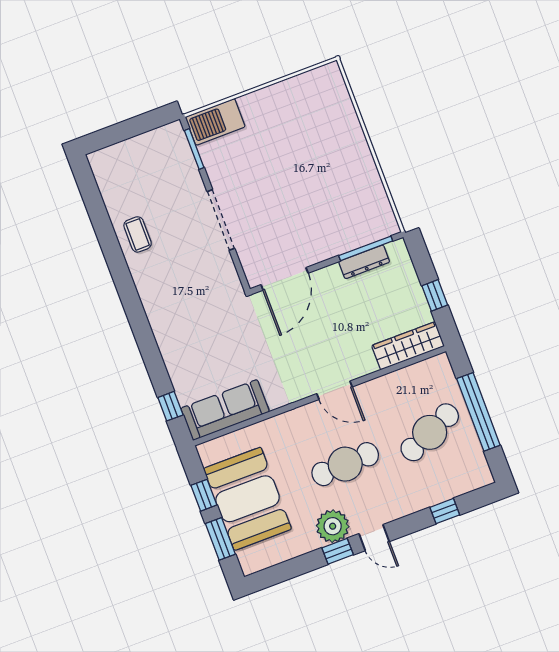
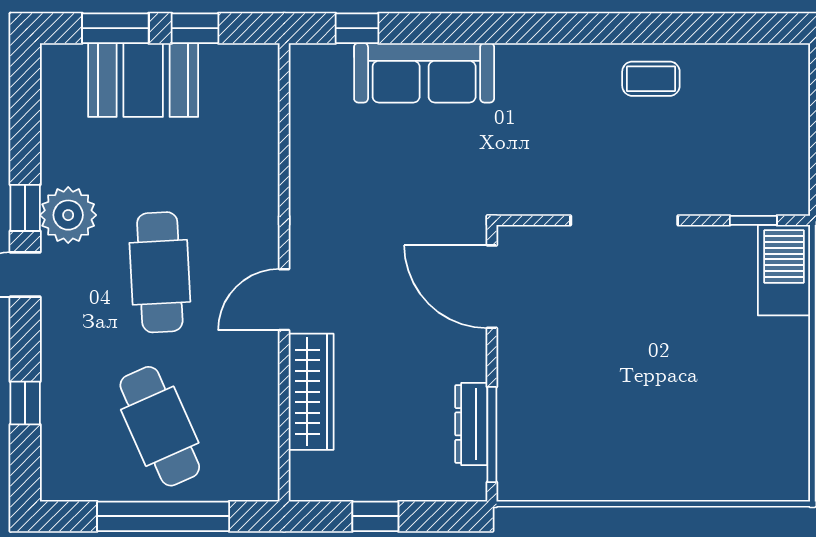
window: (194, 149) -> (753, 220), width x0.67
wardrobe: (408, 346) -> (311, 392), moved
sofa: (225, 410) -> (424, 73), moved, turned 90
booth: (248, 499) -> (143, 80), width x0.73, depth x0.70

